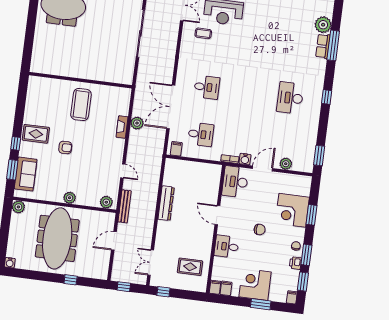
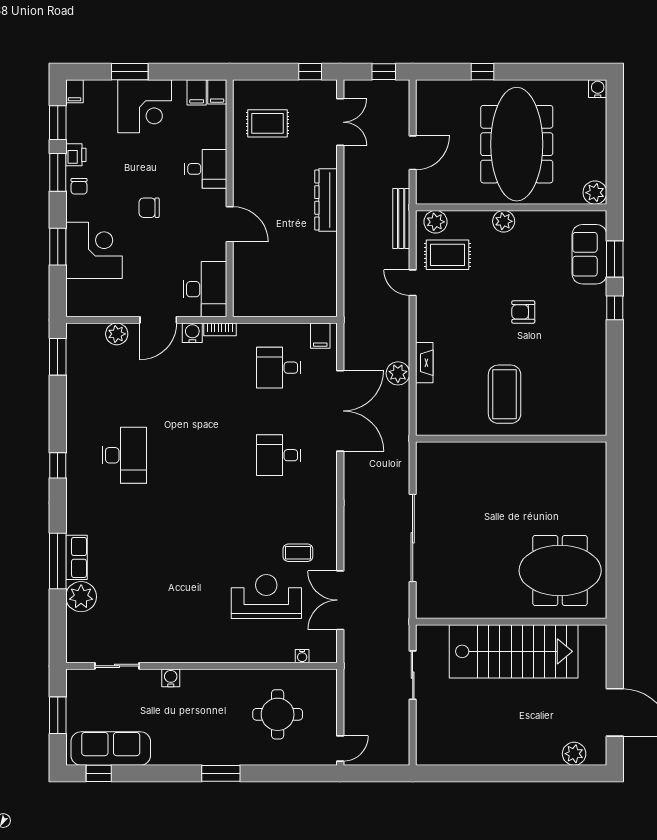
rug: (36, 134) -> (447, 255), moved
dresser: (166, 203) -> (326, 200), moved

